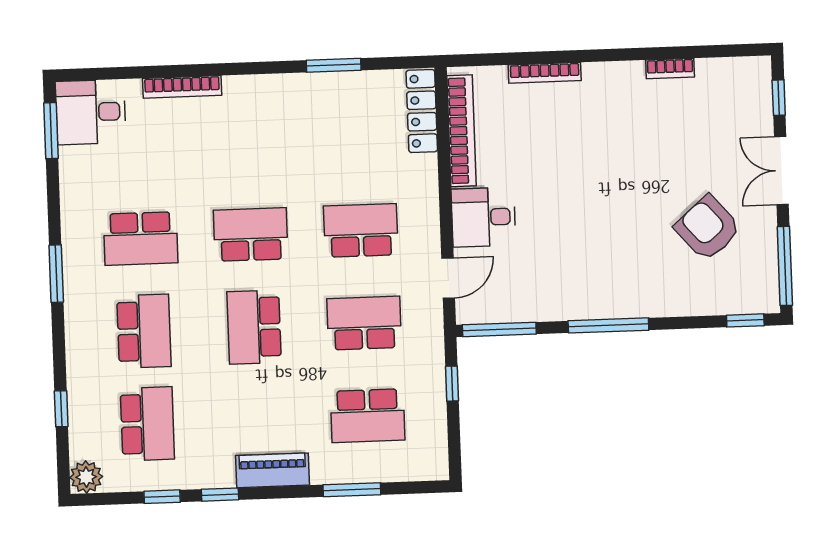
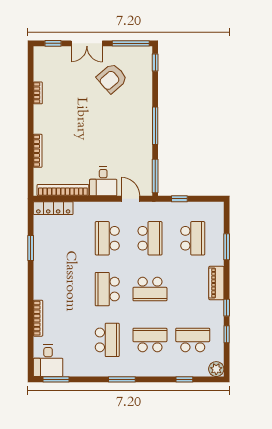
school desk: (364, 323) -> (150, 238), turned 180

